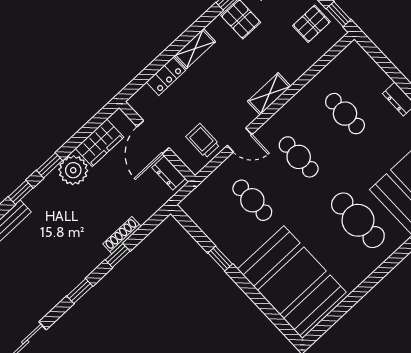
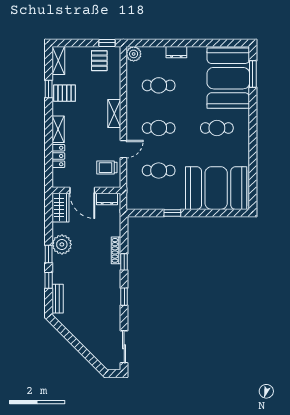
plant: (354, 54) -> (134, 54), added
wardrobe: (99, 143) -> (60, 208), moved
cafe table: (358, 220) -> (217, 128), width x0.73, depth x0.74

